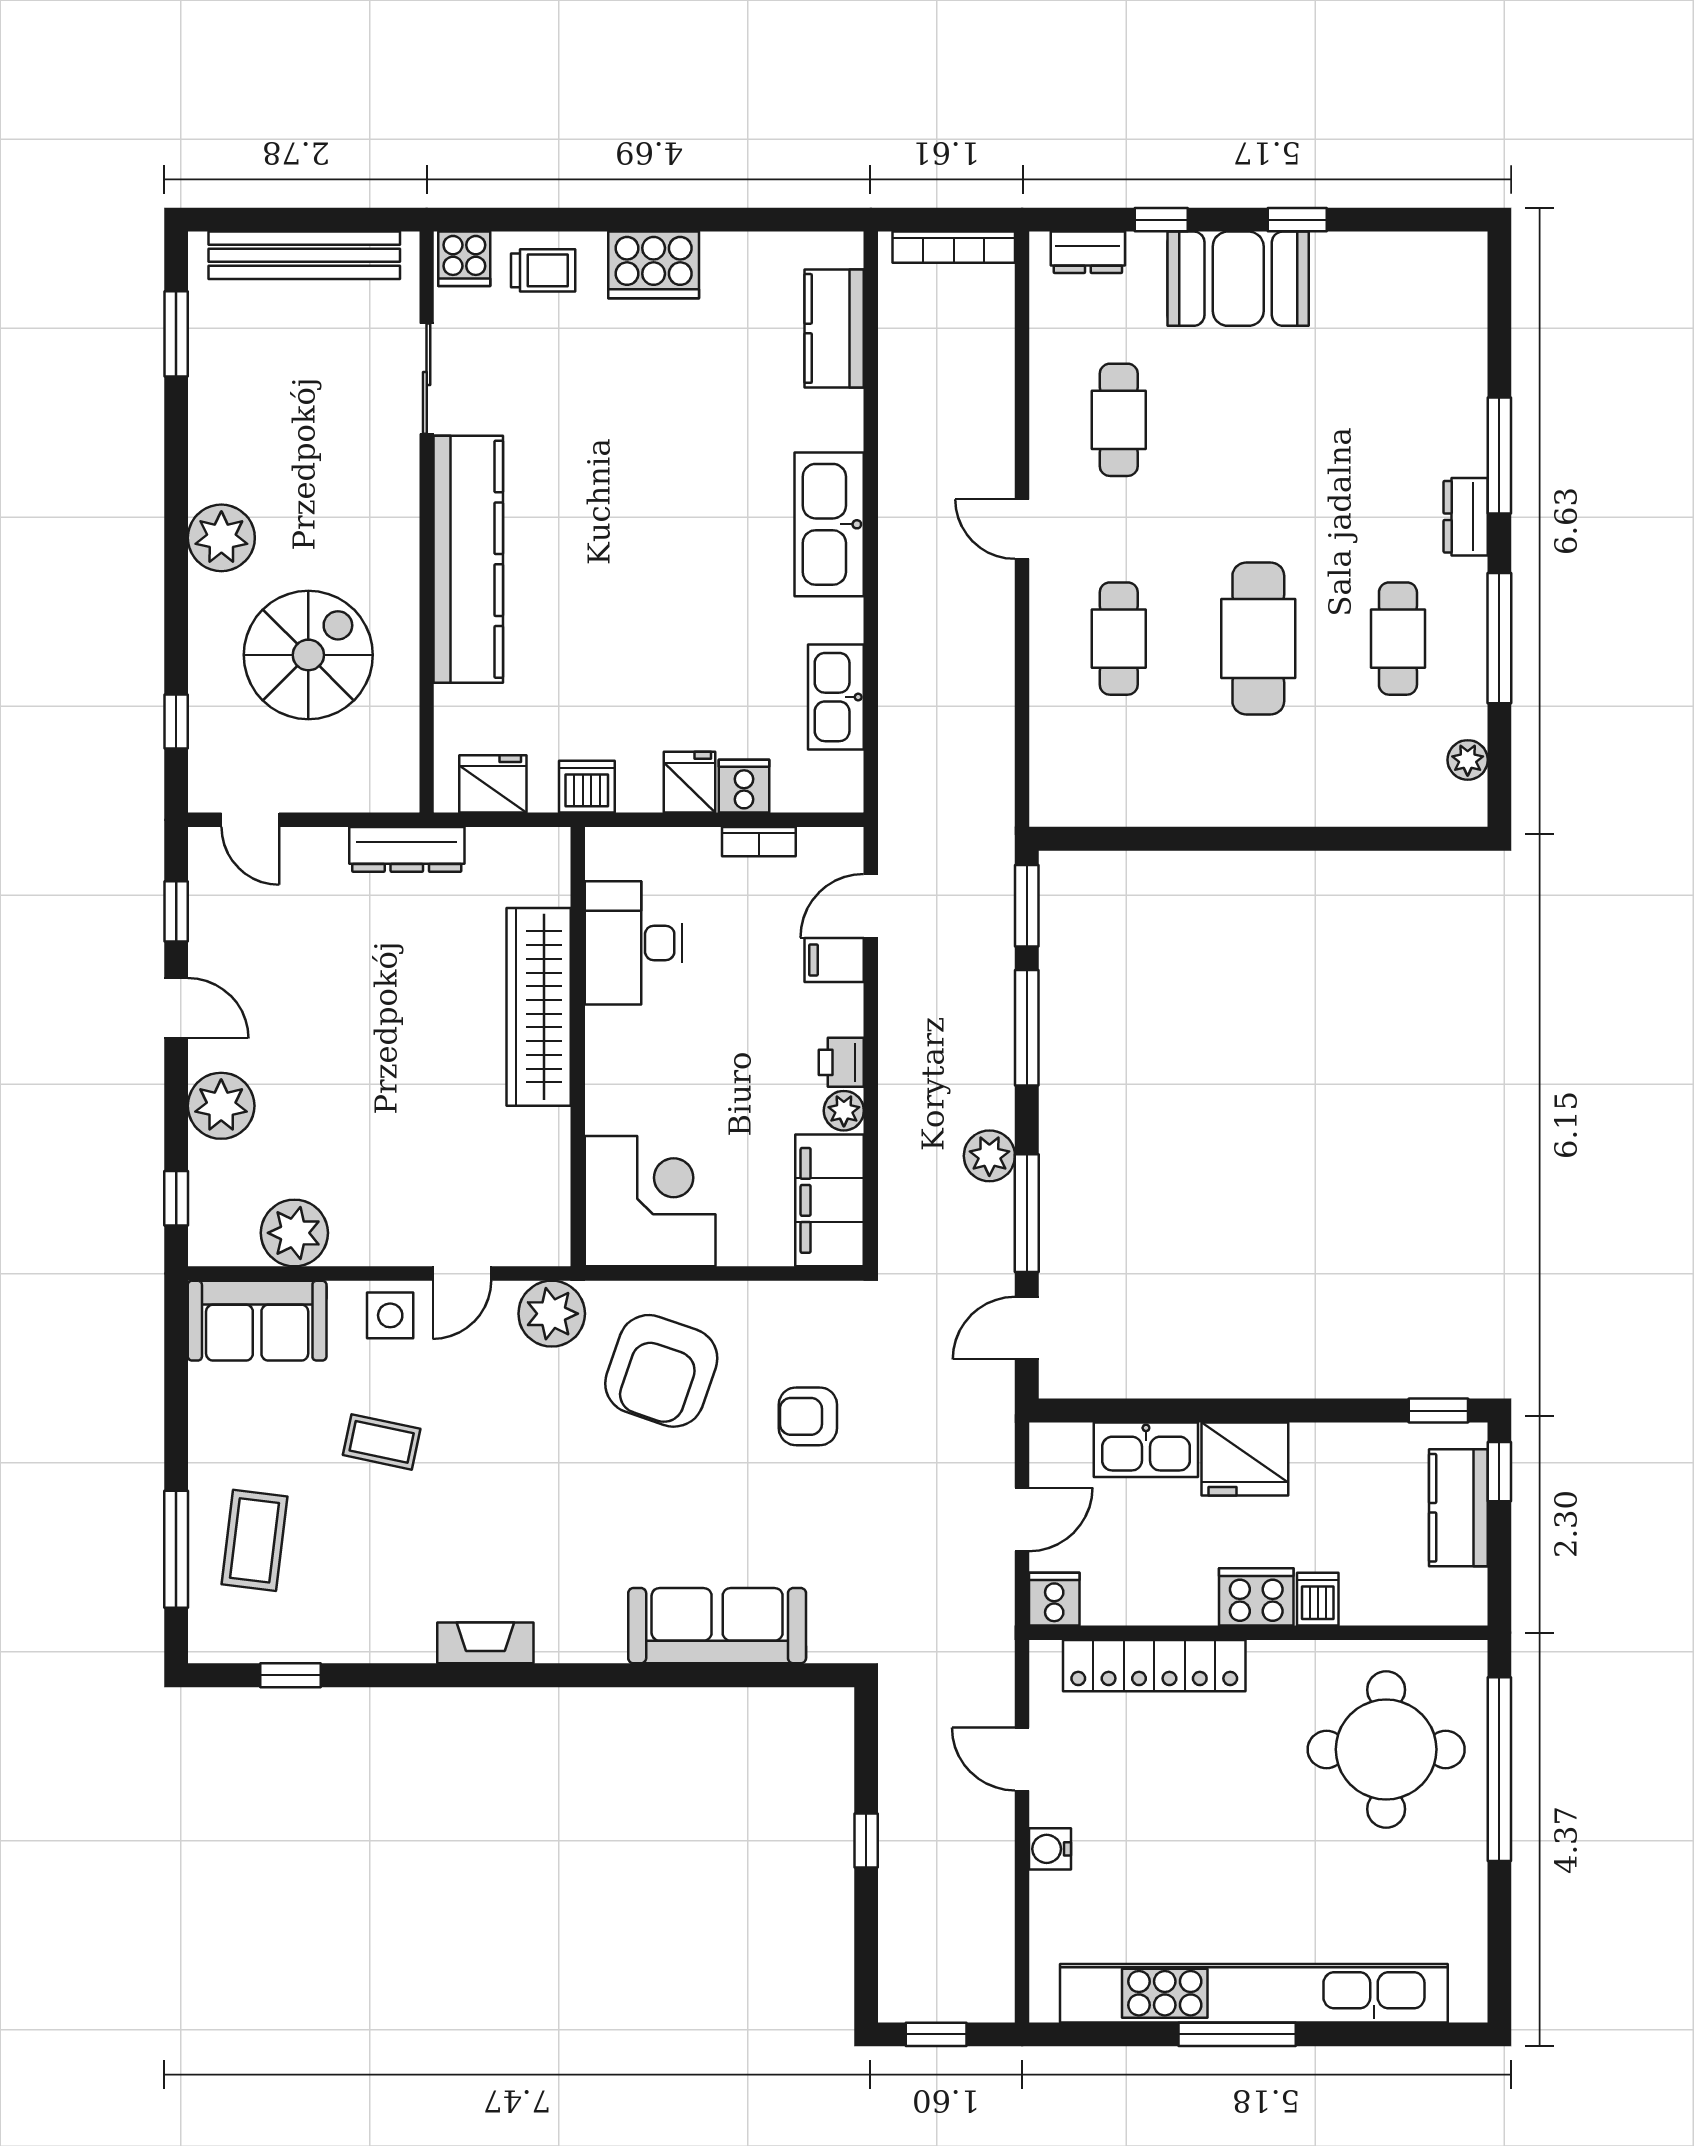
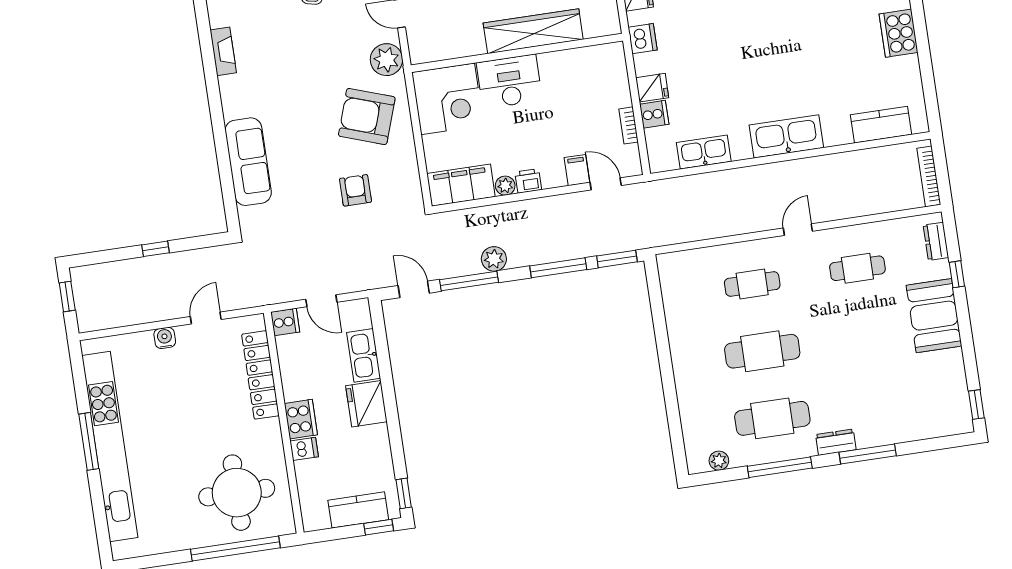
window: (1297, 220) -> (976, 405), moved
cafe table: (1398, 639) -> (772, 418), width x1.37, depth x1.35
desk: (633, 943) -> (509, 81), moved

